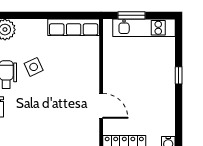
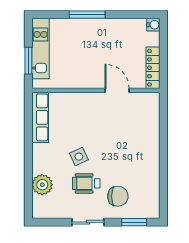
window: (179, 75) -> (87, 15), width x2.17
door: (101, 106) -> (117, 90), hinge flipped

